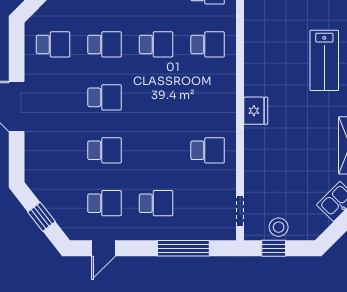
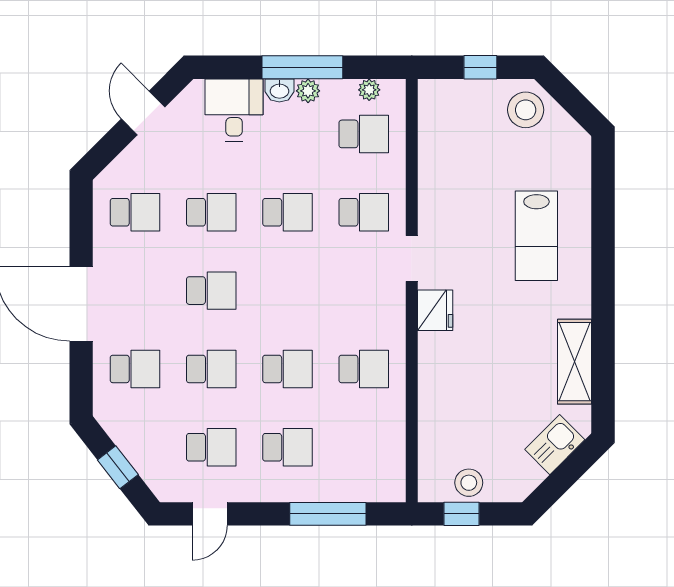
school desk: (53, 150) -> (135, 369), added
school desk: (156, 150) -> (287, 369), added
doorway: (240, 211) -> (412, 259), moved

